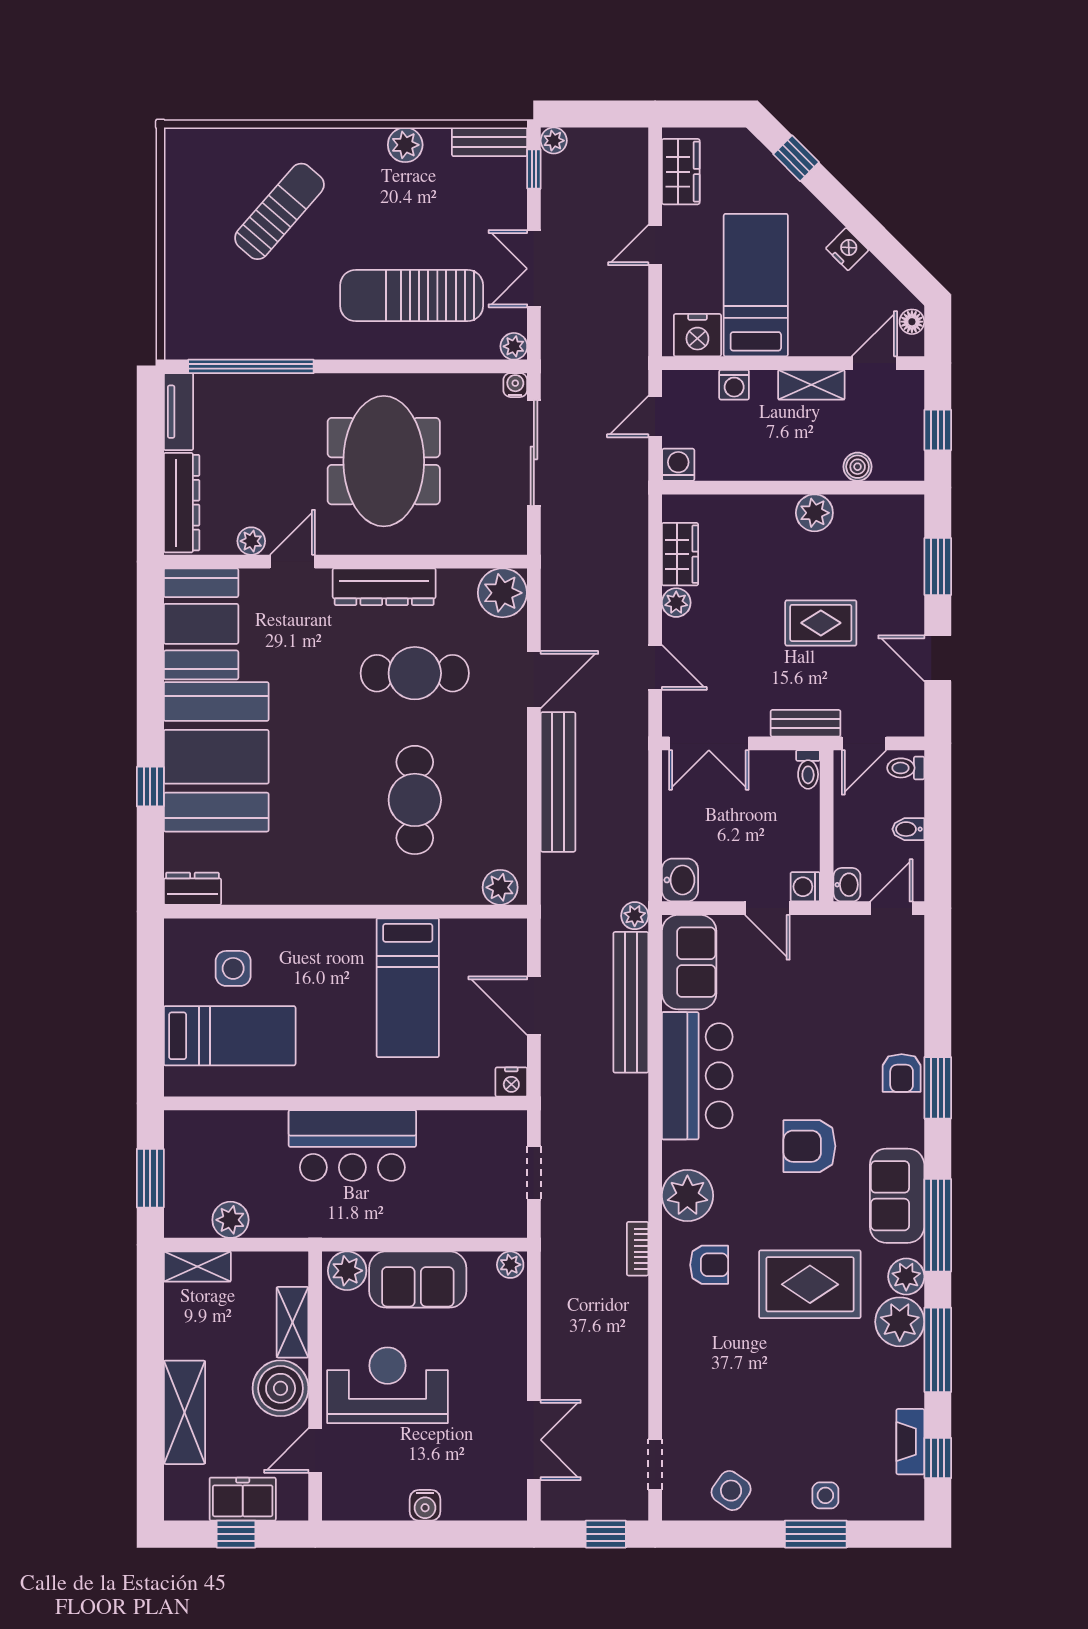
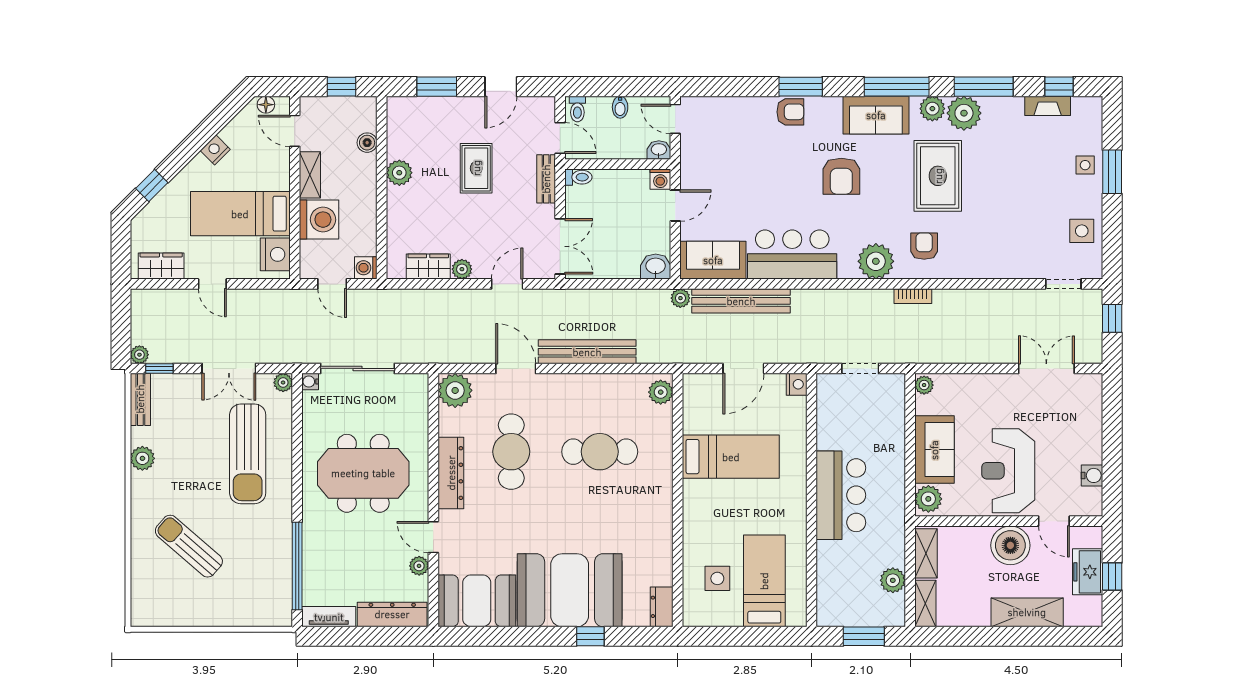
washing machine: (734, 385) -> (319, 220), width x1.89, depth x1.89
shelving: (293, 1322) -> (926, 553), moved, turned 90
side table: (731, 1491) -> (1082, 231), turned -35
water cooler: (425, 1505) -> (1092, 475), moved

